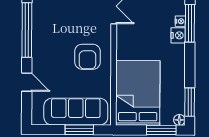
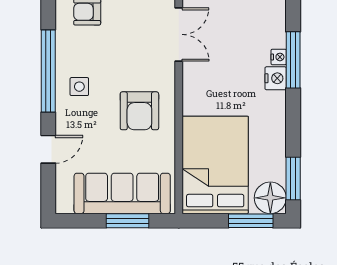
side table: (48, 40) -> (79, 87), added
door: (27, 82) -> (48, 149), hinge flipped
floor lamp: (179, 120) -> (270, 198), width x1.89, depth x1.89

